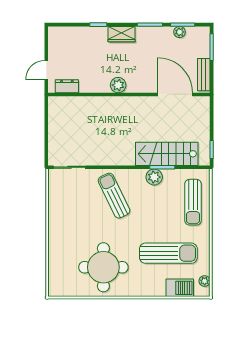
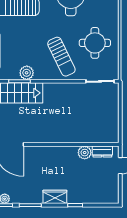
plant: (118, 85) -> (85, 153), moved
round table: (75, 211) -> (95, 43), added

